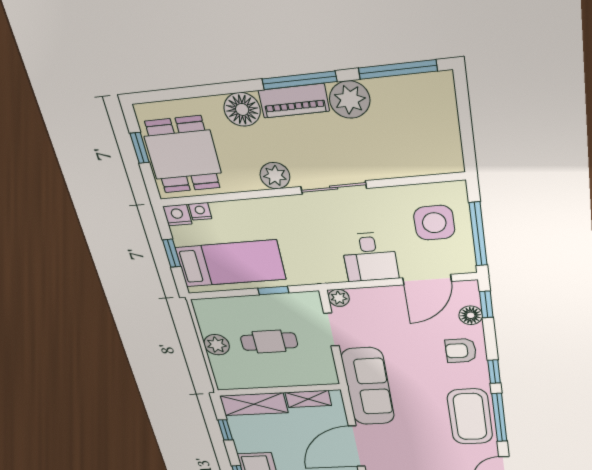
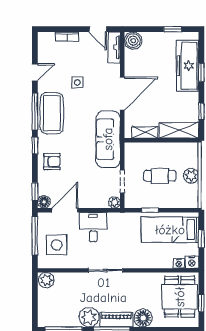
plant: (275, 176) -> (46, 280), moved
floor lamp: (471, 315) -> (44, 202), moved
side table: (433, 457) -> (77, 82), added

